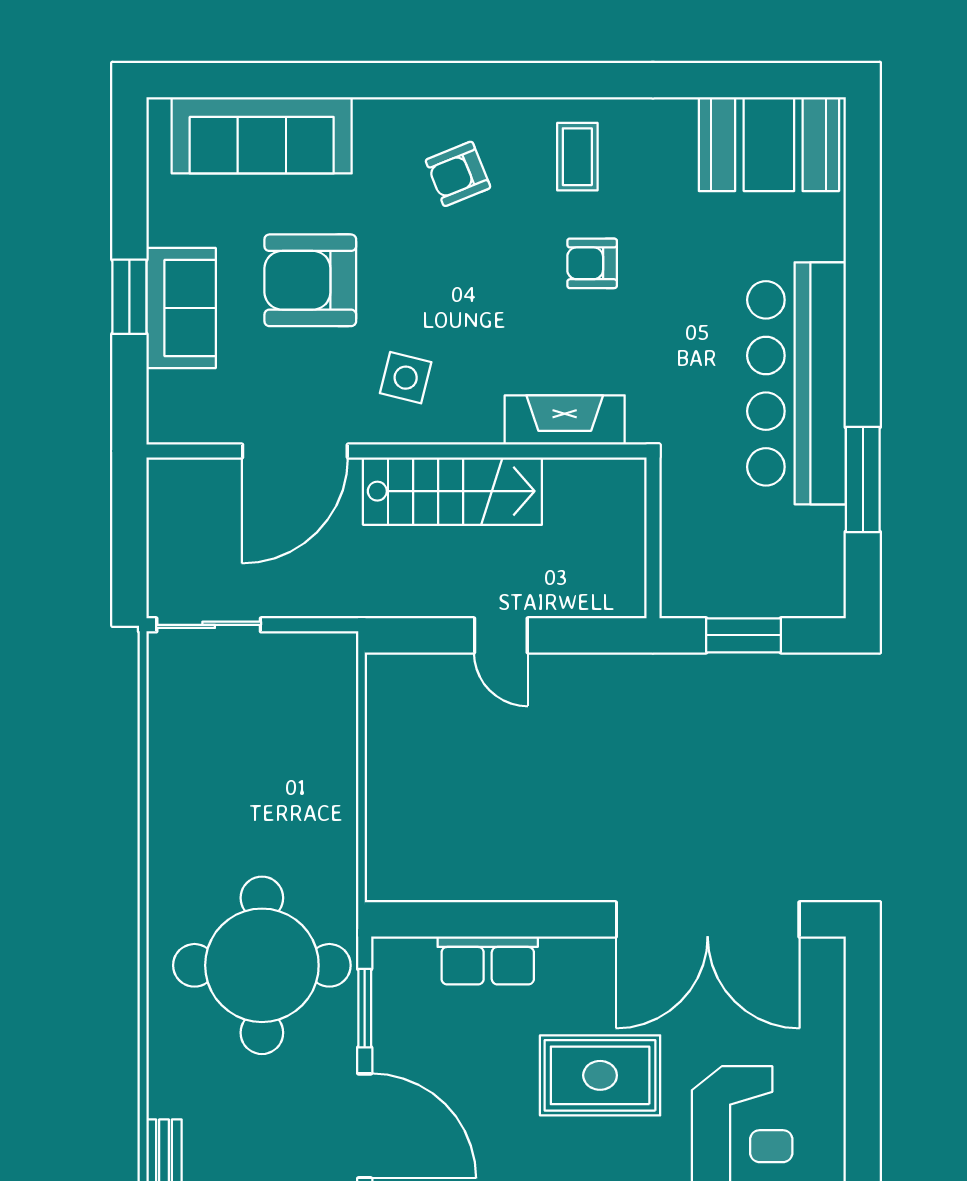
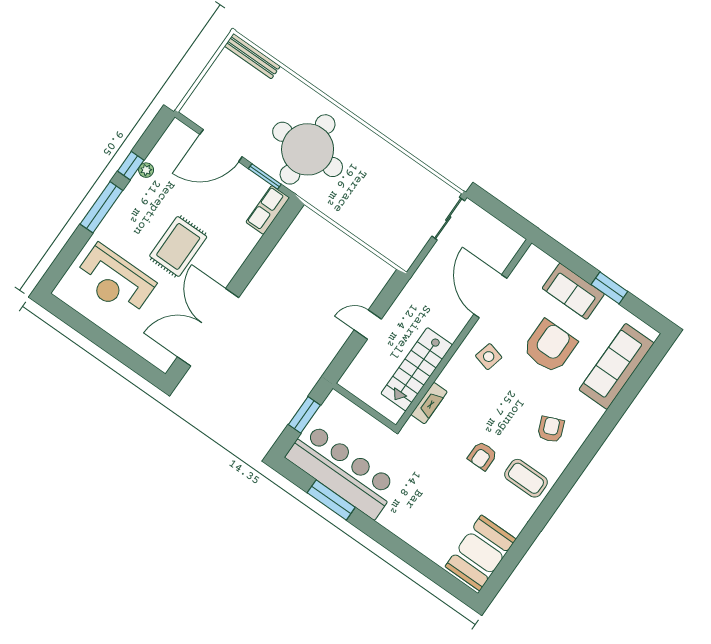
coffee table: (577, 157) -> (526, 478), width x1.36, depth x1.30
armchair: (592, 263) -> (482, 456), turned 180
window: (129, 297) -> (609, 288), moved
bar counter: (797, 383) -> (342, 471), moved
fireplace: (565, 420) -> (429, 403), width x0.73, depth x0.76
stairs: (452, 491) -> (417, 369), moved
row of seats: (488, 960) -> (268, 210), moved

